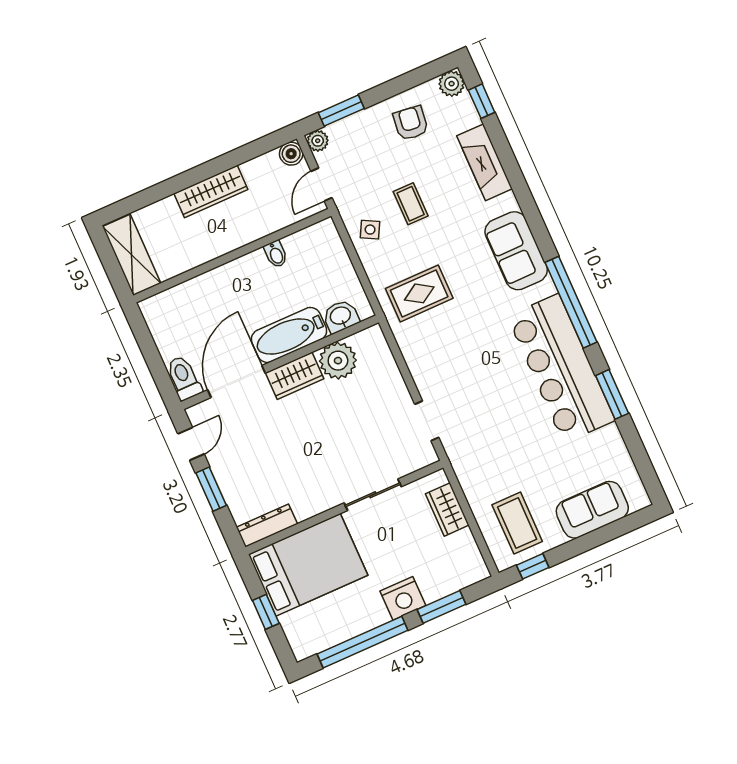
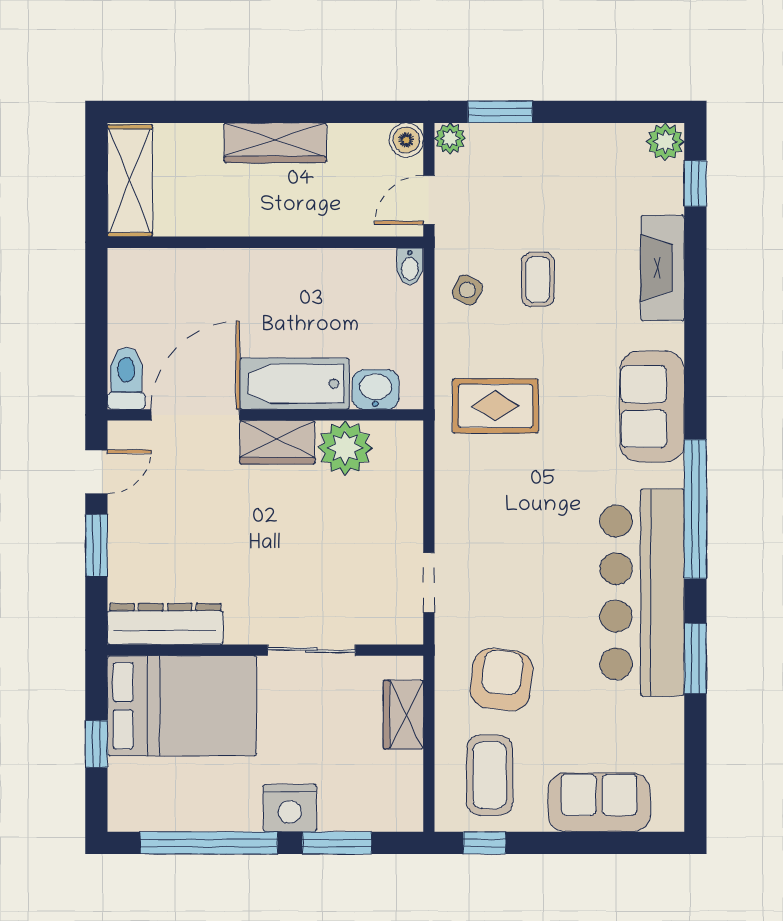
armchair: (411, 123) -> (501, 680), moved, width x1.38, depth x1.38
bidet: (276, 254) -> (410, 266), moved
dresser: (267, 526) -> (165, 624), width x1.37, depth x1.24

